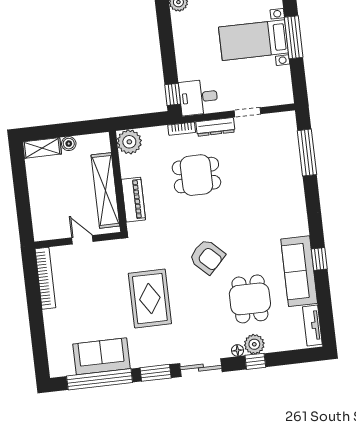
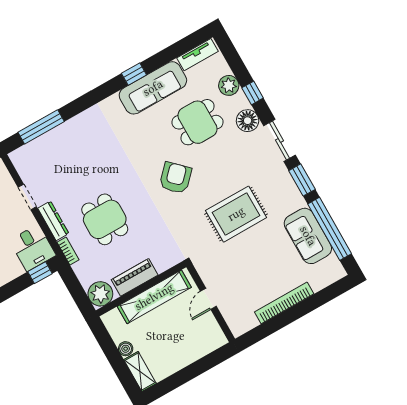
piano: (133, 200) -> (135, 277), moved
bookcase: (45, 278) -> (284, 303), moved
plant: (254, 344) -> (229, 85), moved
floor lamp: (238, 350) -> (248, 121), width x1.89, depth x1.89

